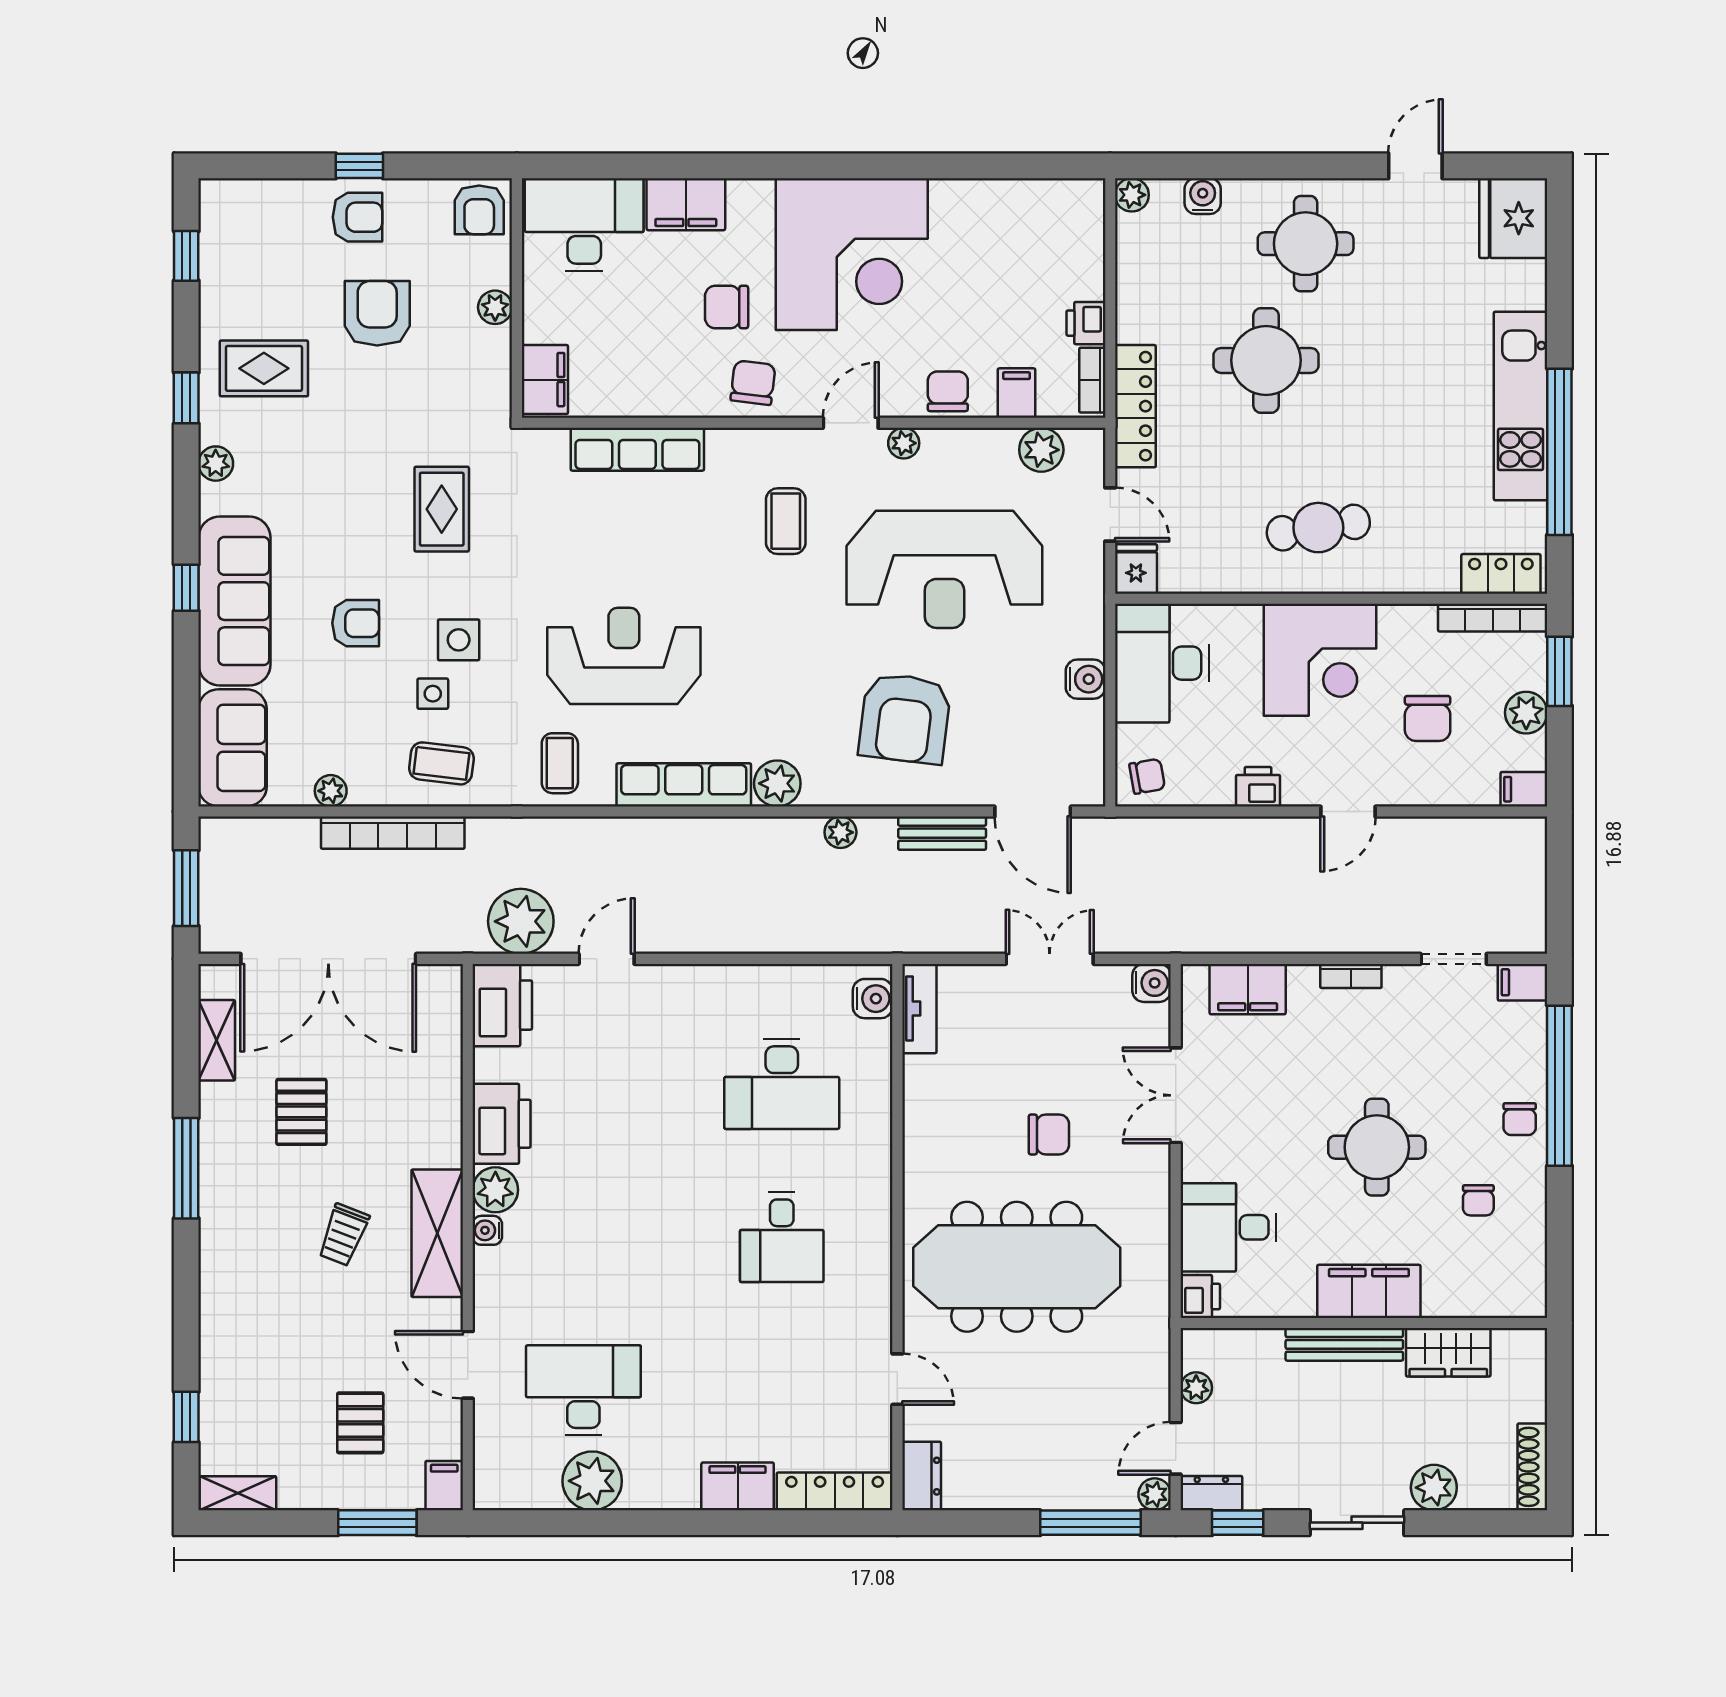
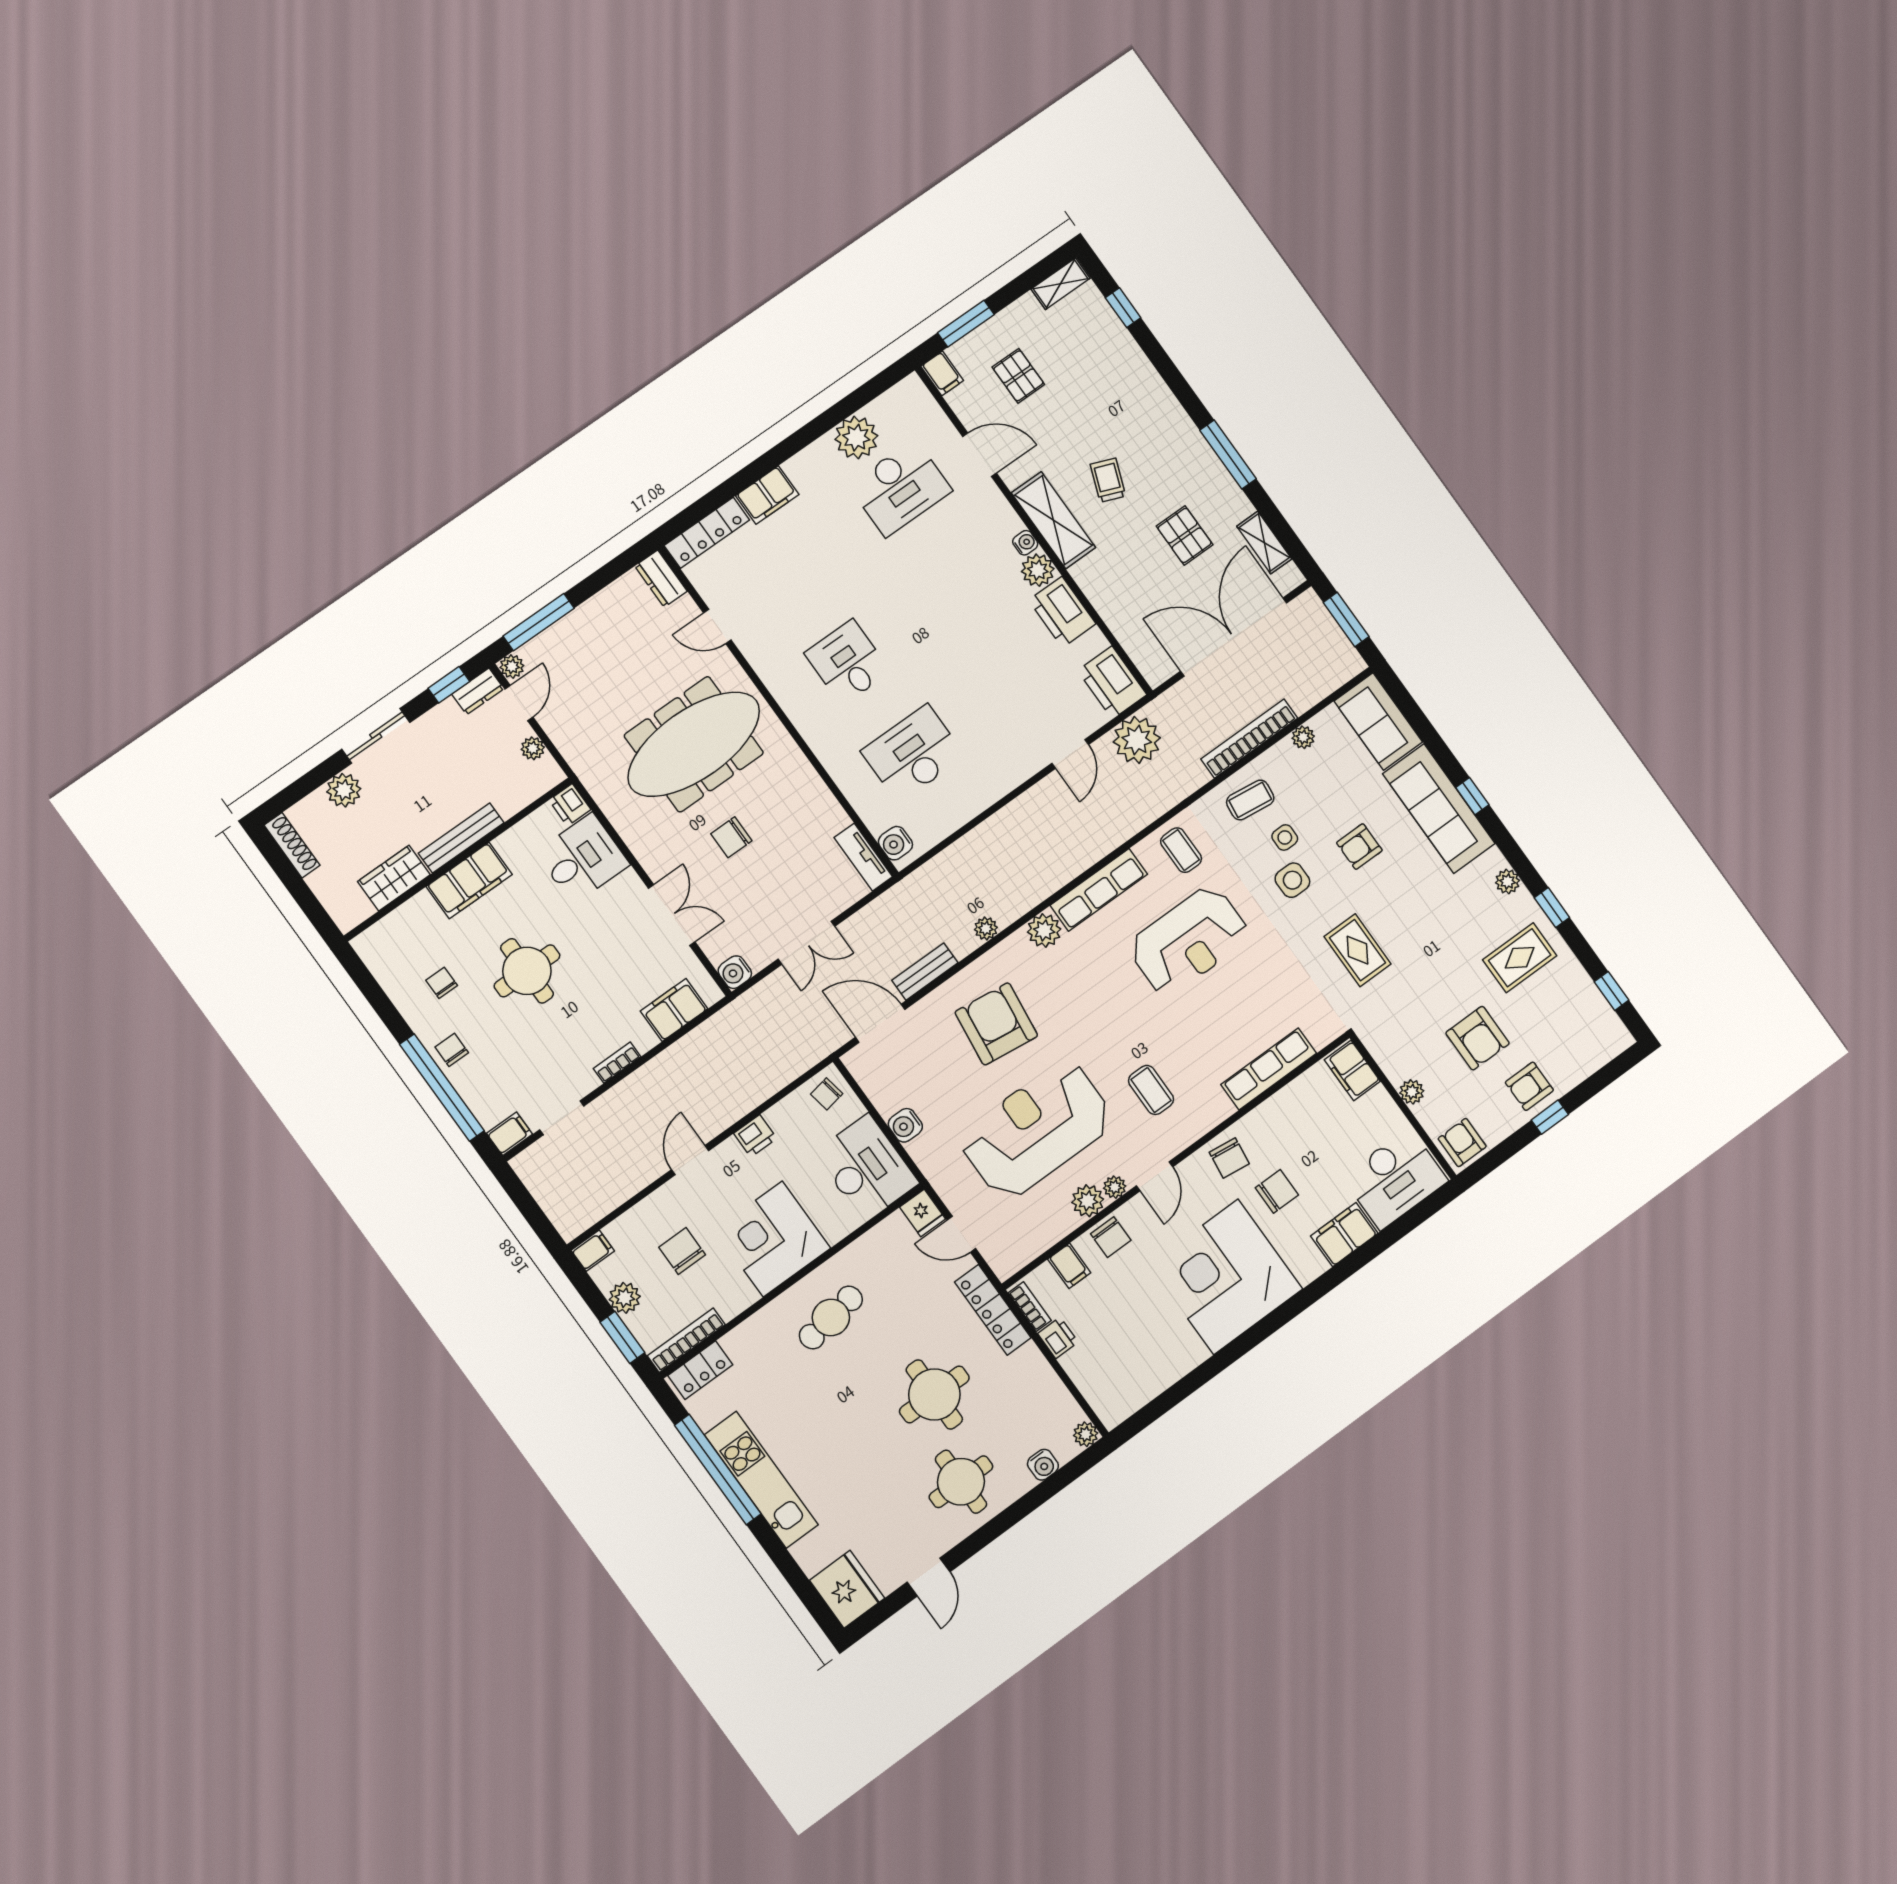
plant: (1041, 450) -> (1088, 1201), moved

